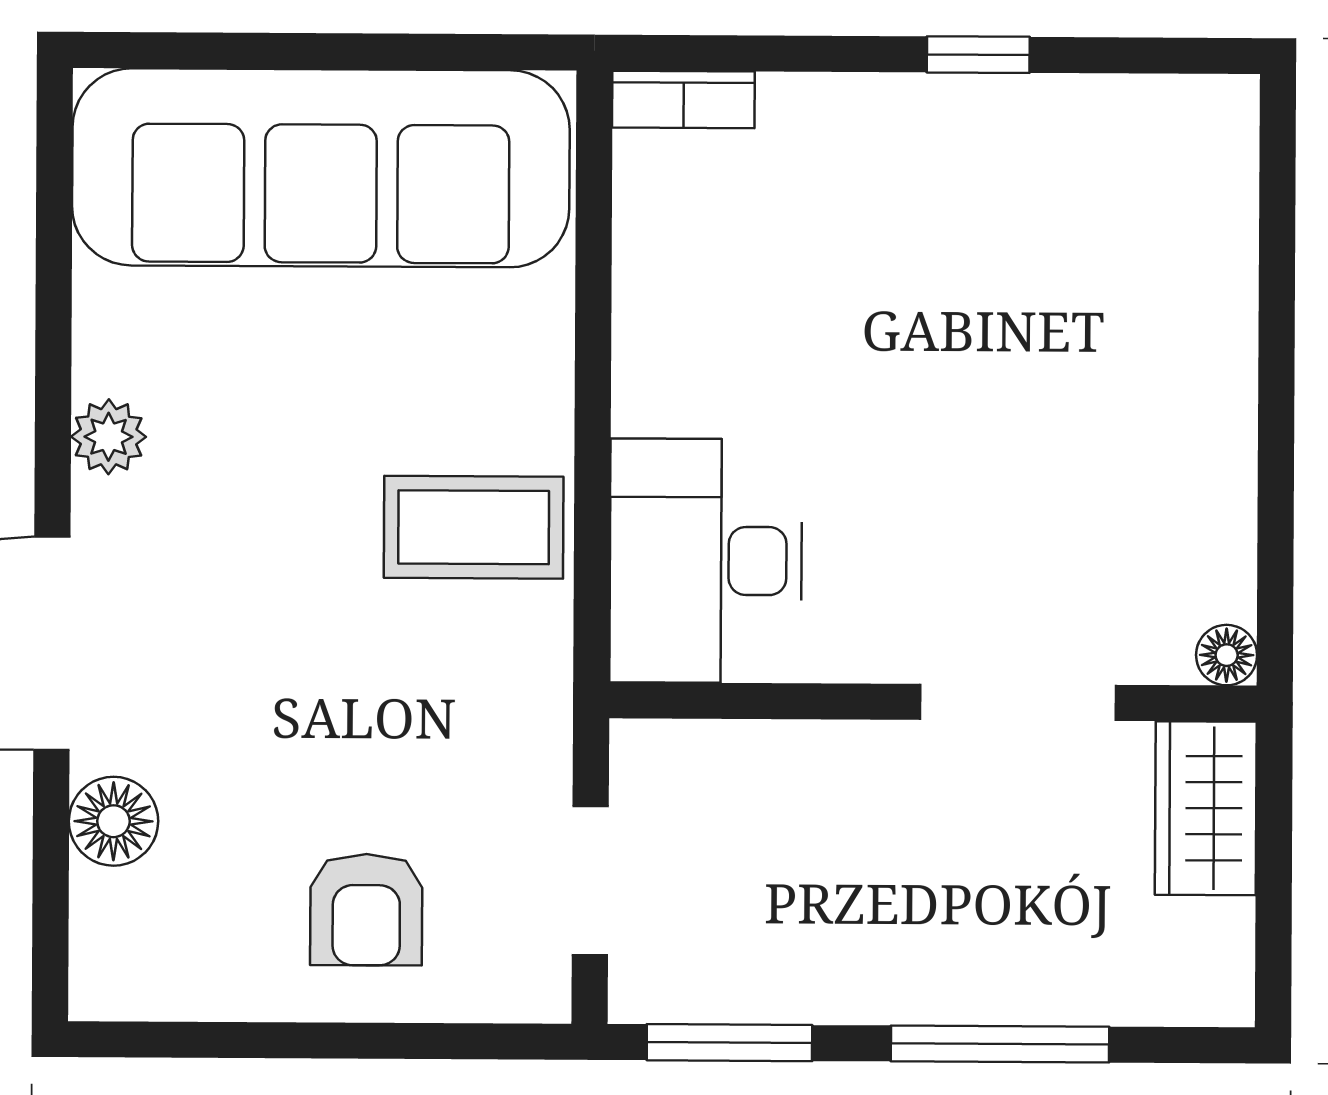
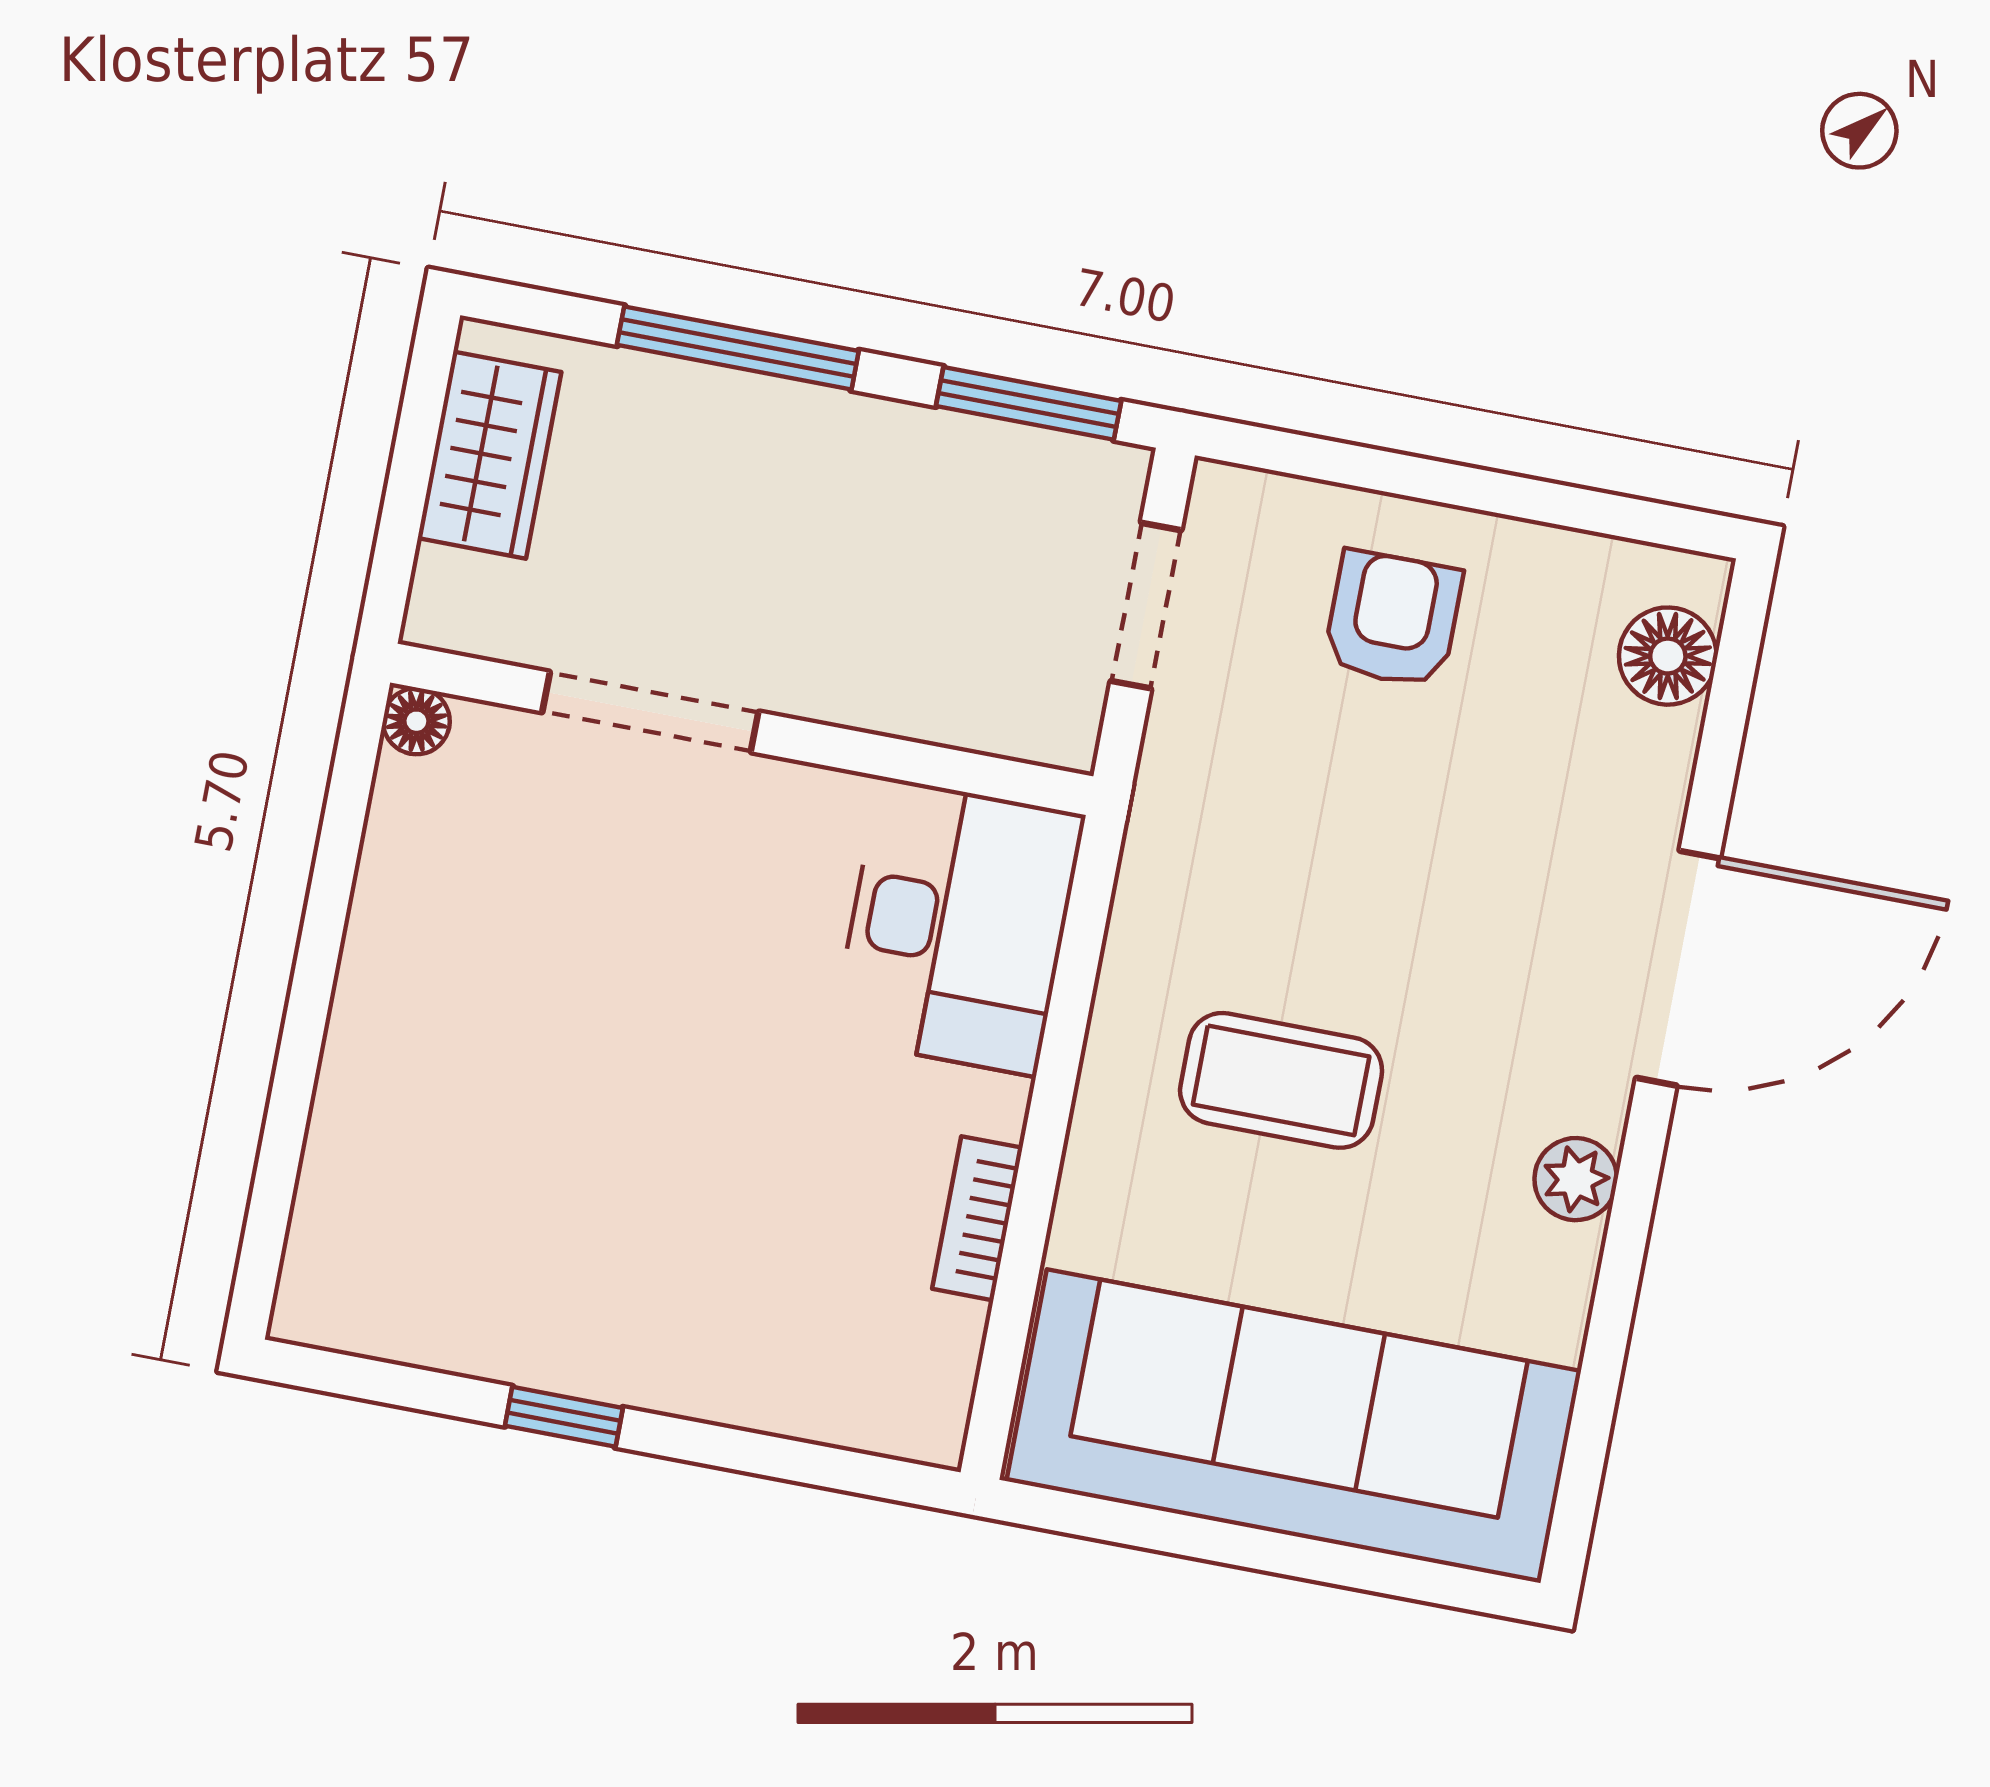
bookcase: (683, 100) -> (977, 1218), moved, turned -90
coffee table: (474, 527) -> (1281, 1080), moved
wardrobe: (1206, 808) -> (490, 455), moved
floor lamp: (113, 821) -> (1668, 656), moved

